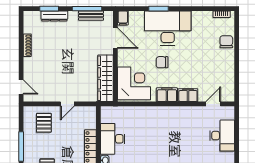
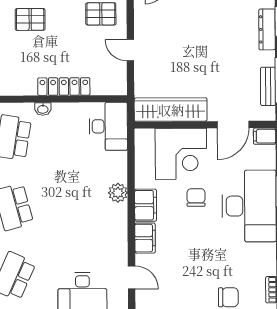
corner desk: (134, 83) -> (181, 154), moved
plant: (159, 112) -> (118, 193), added
desk: (113, 139) -> (108, 126), moved, turned 90

